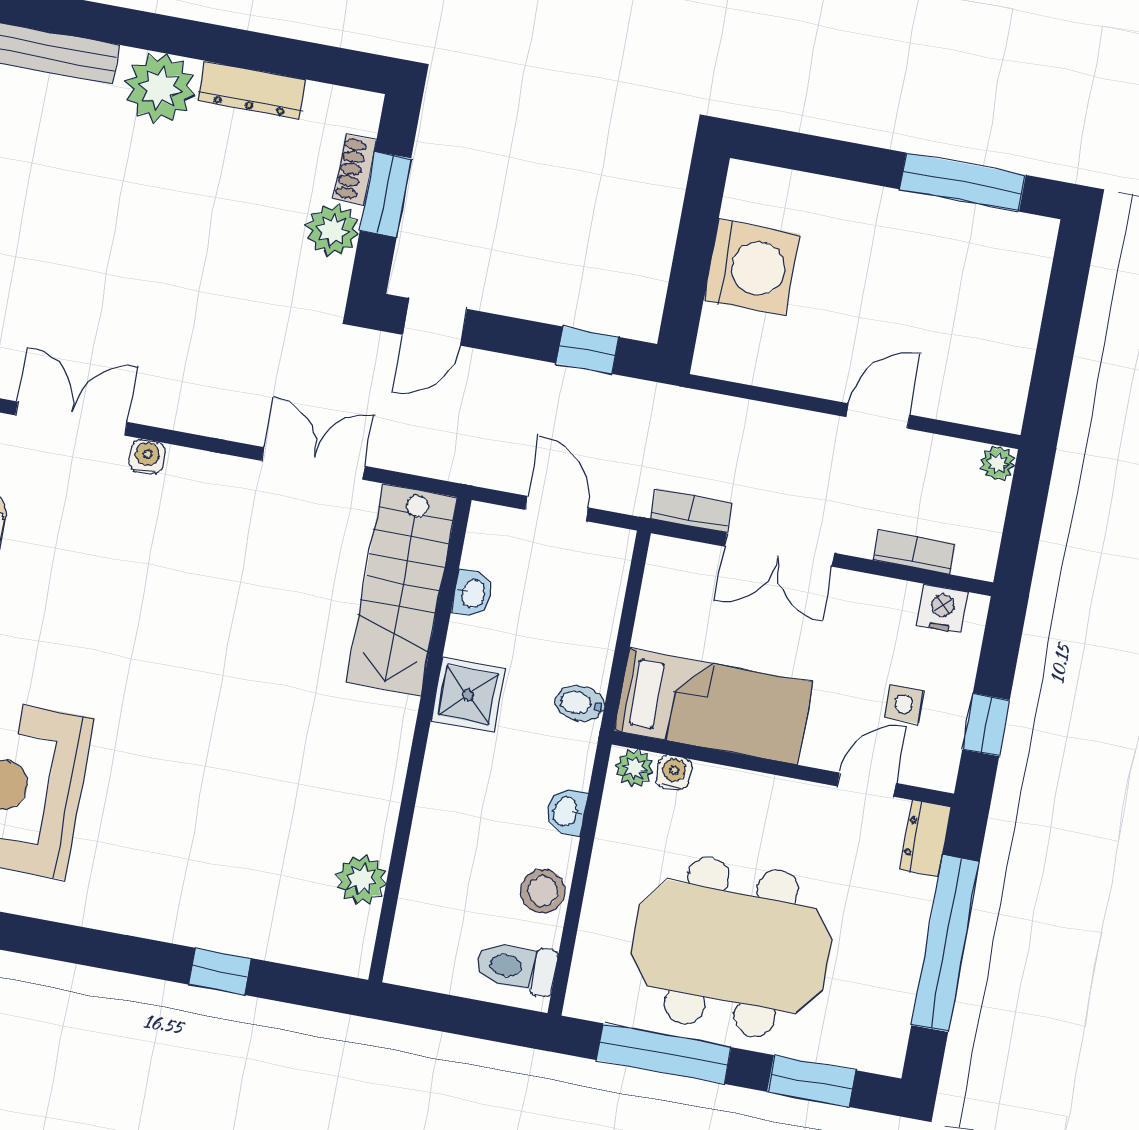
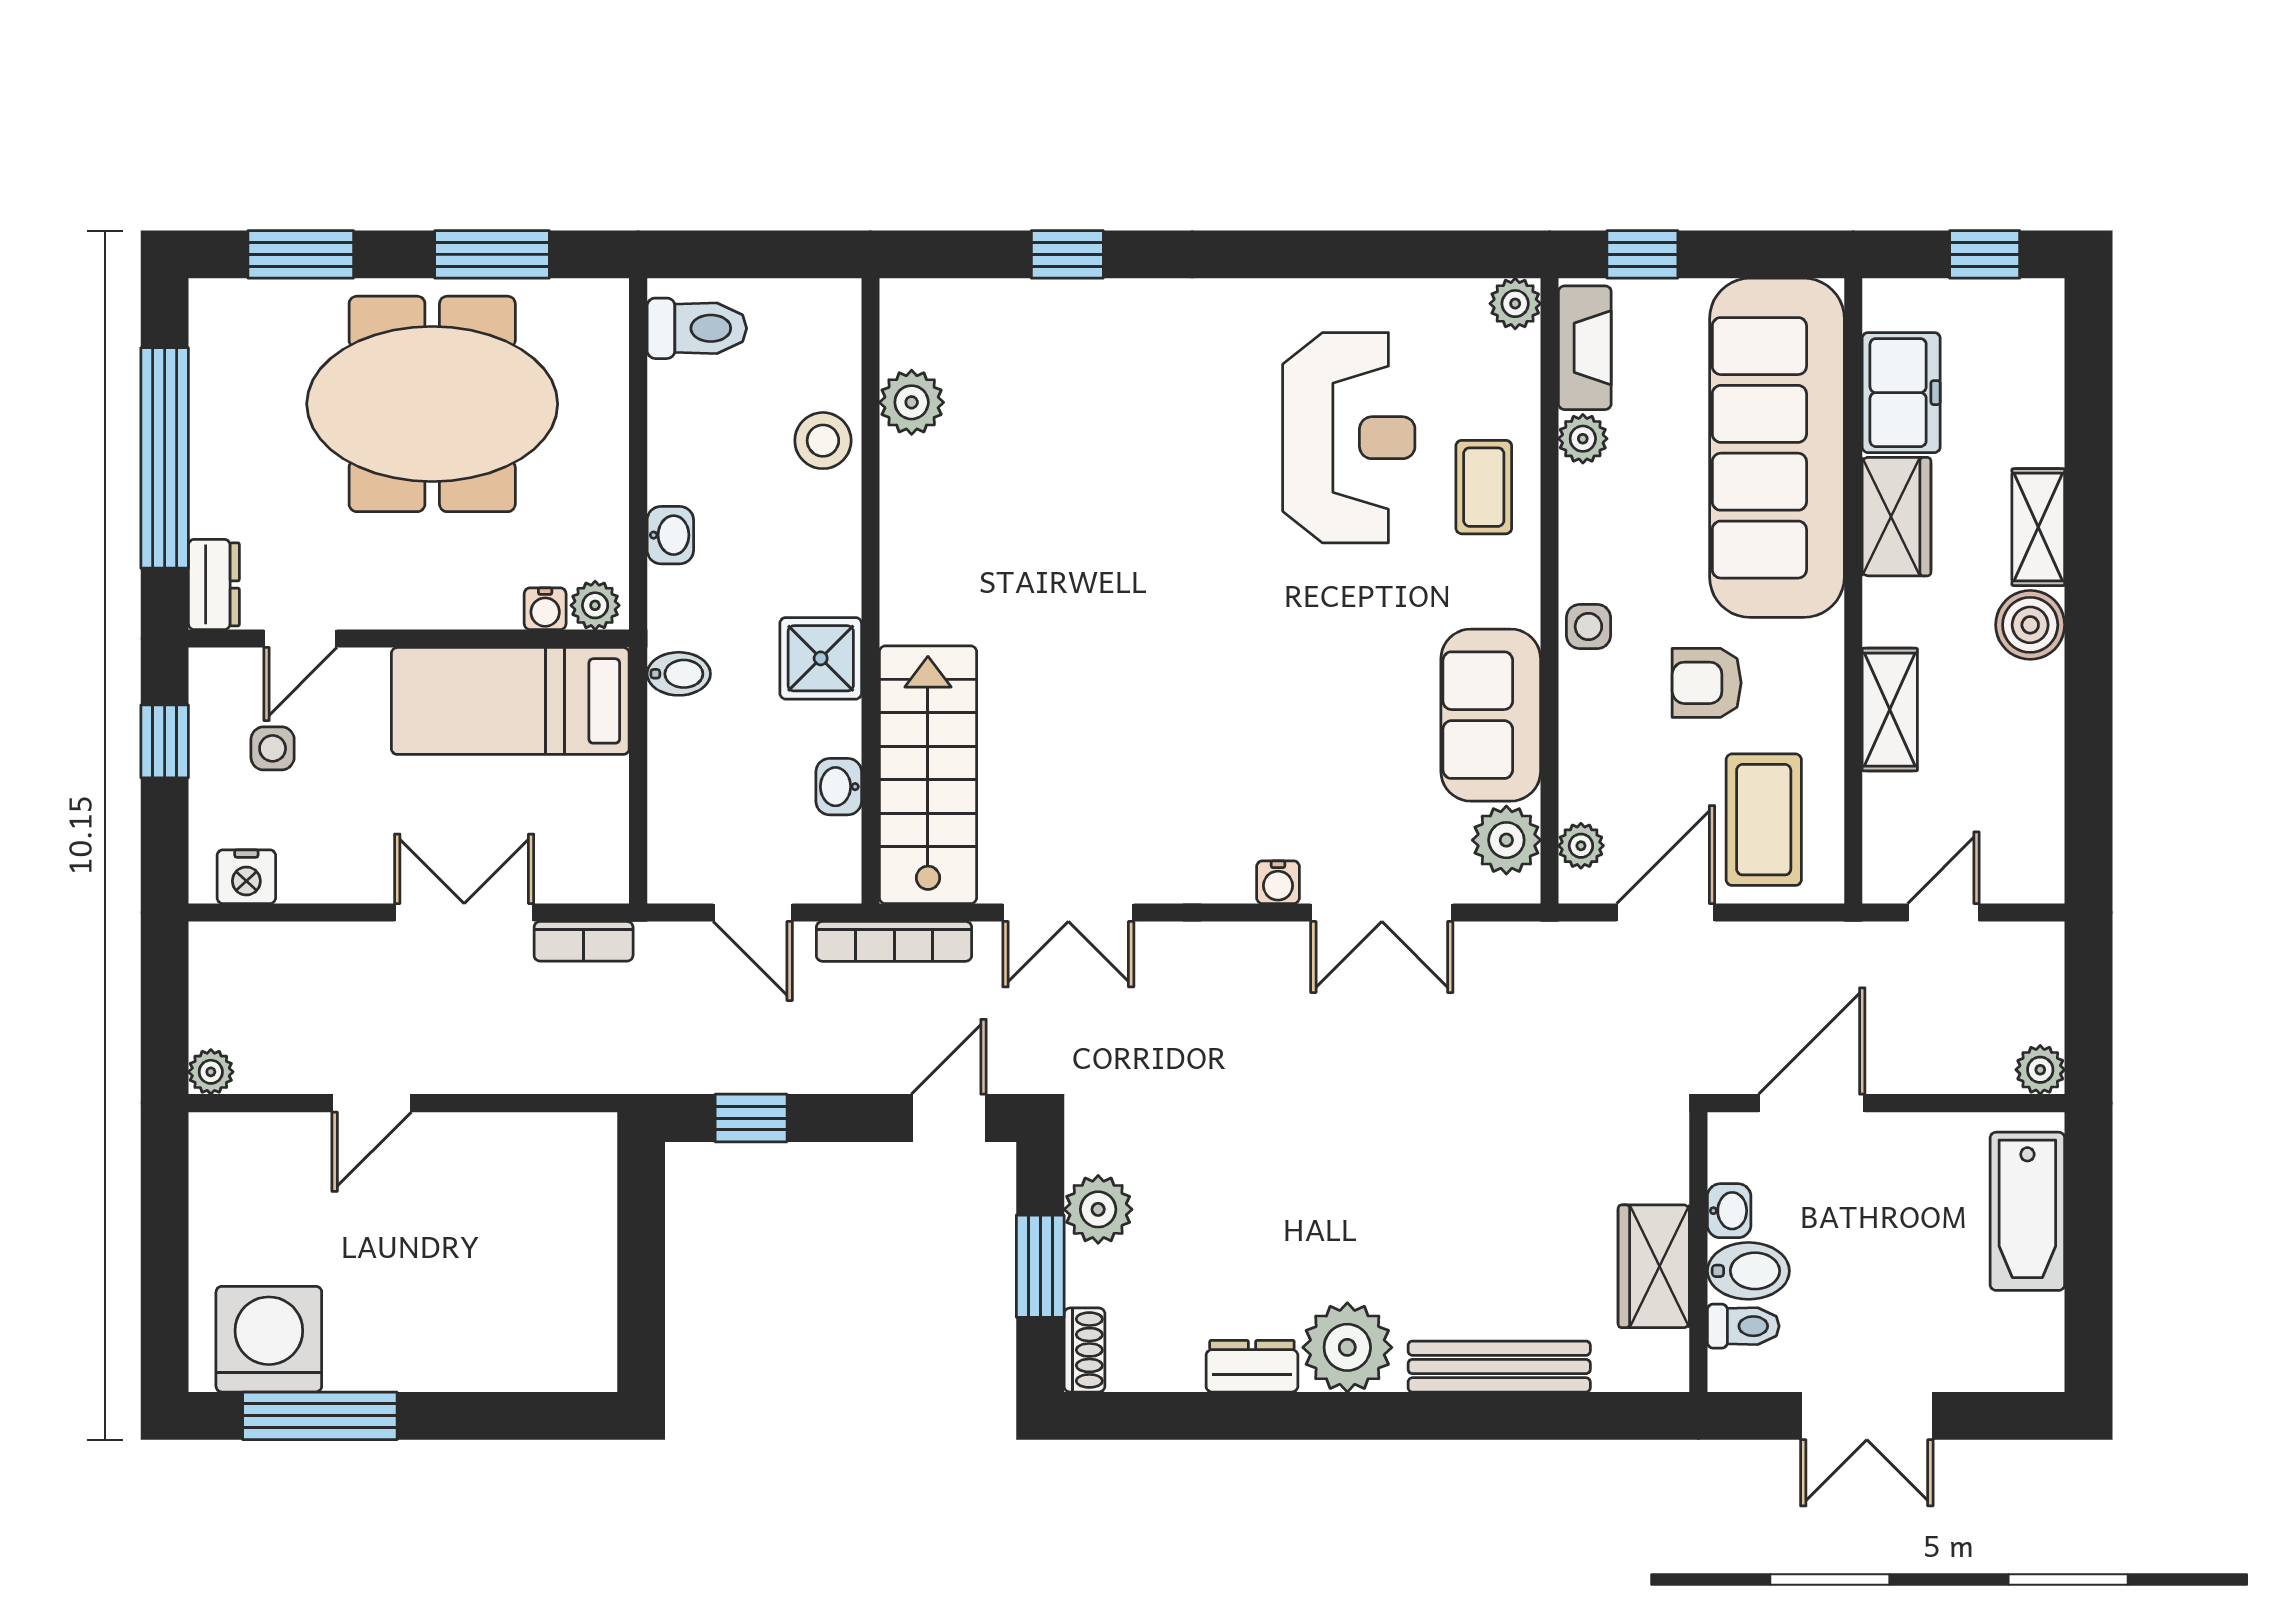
dresser: (252, 90) -> (1252, 1366), width x0.70
shoe rack: (355, 170) -> (1084, 1350), moved
washing machine: (752, 267) -> (269, 1339), moved, turned 90
bookcase: (915, 552) -> (894, 941), moved, width x1.56
stool: (543, 891) -> (823, 441), moved
window: (664, 1054) -> (492, 254), width x0.69

